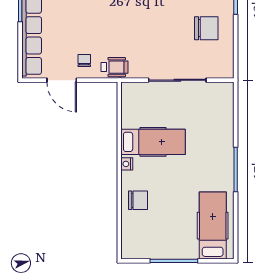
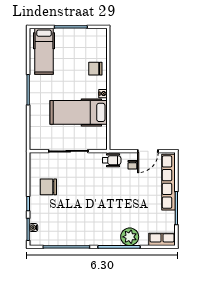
wheelchair: (115, 67) -> (112, 160), turned 180
door: (62, 80) -> (148, 151), swing flipped
hospital bed: (153, 142) -> (79, 112), width x1.37, depth x1.29

